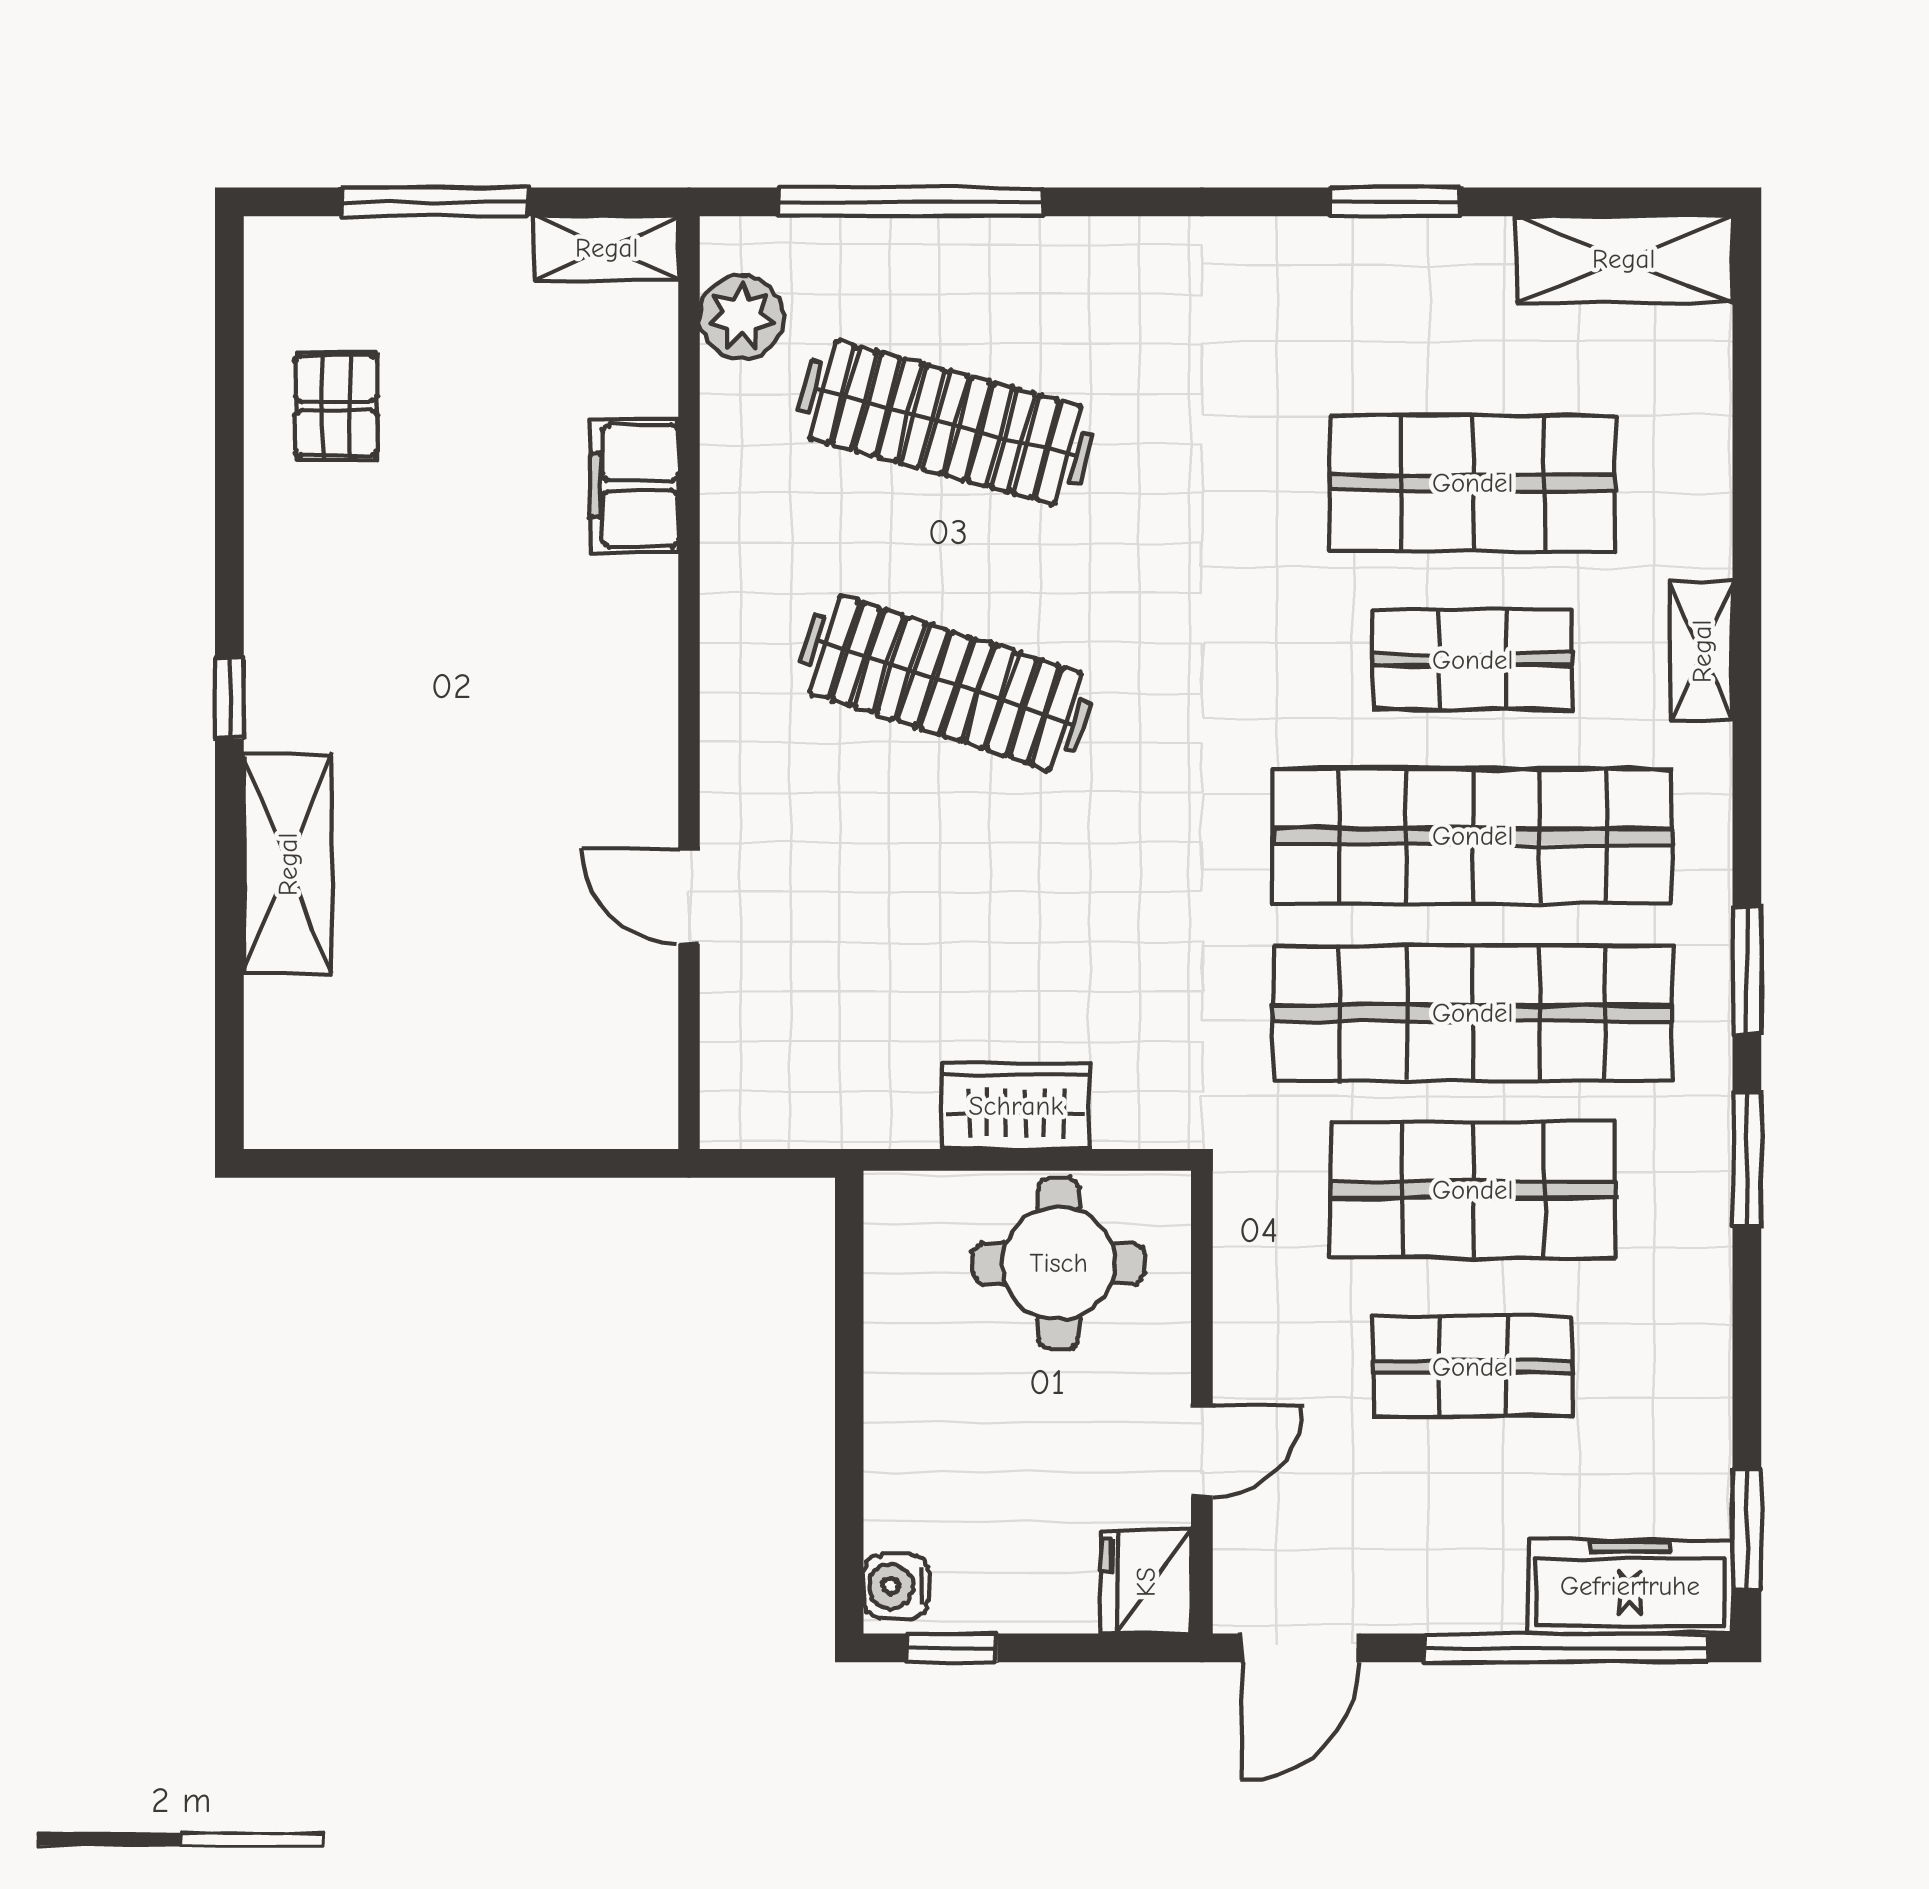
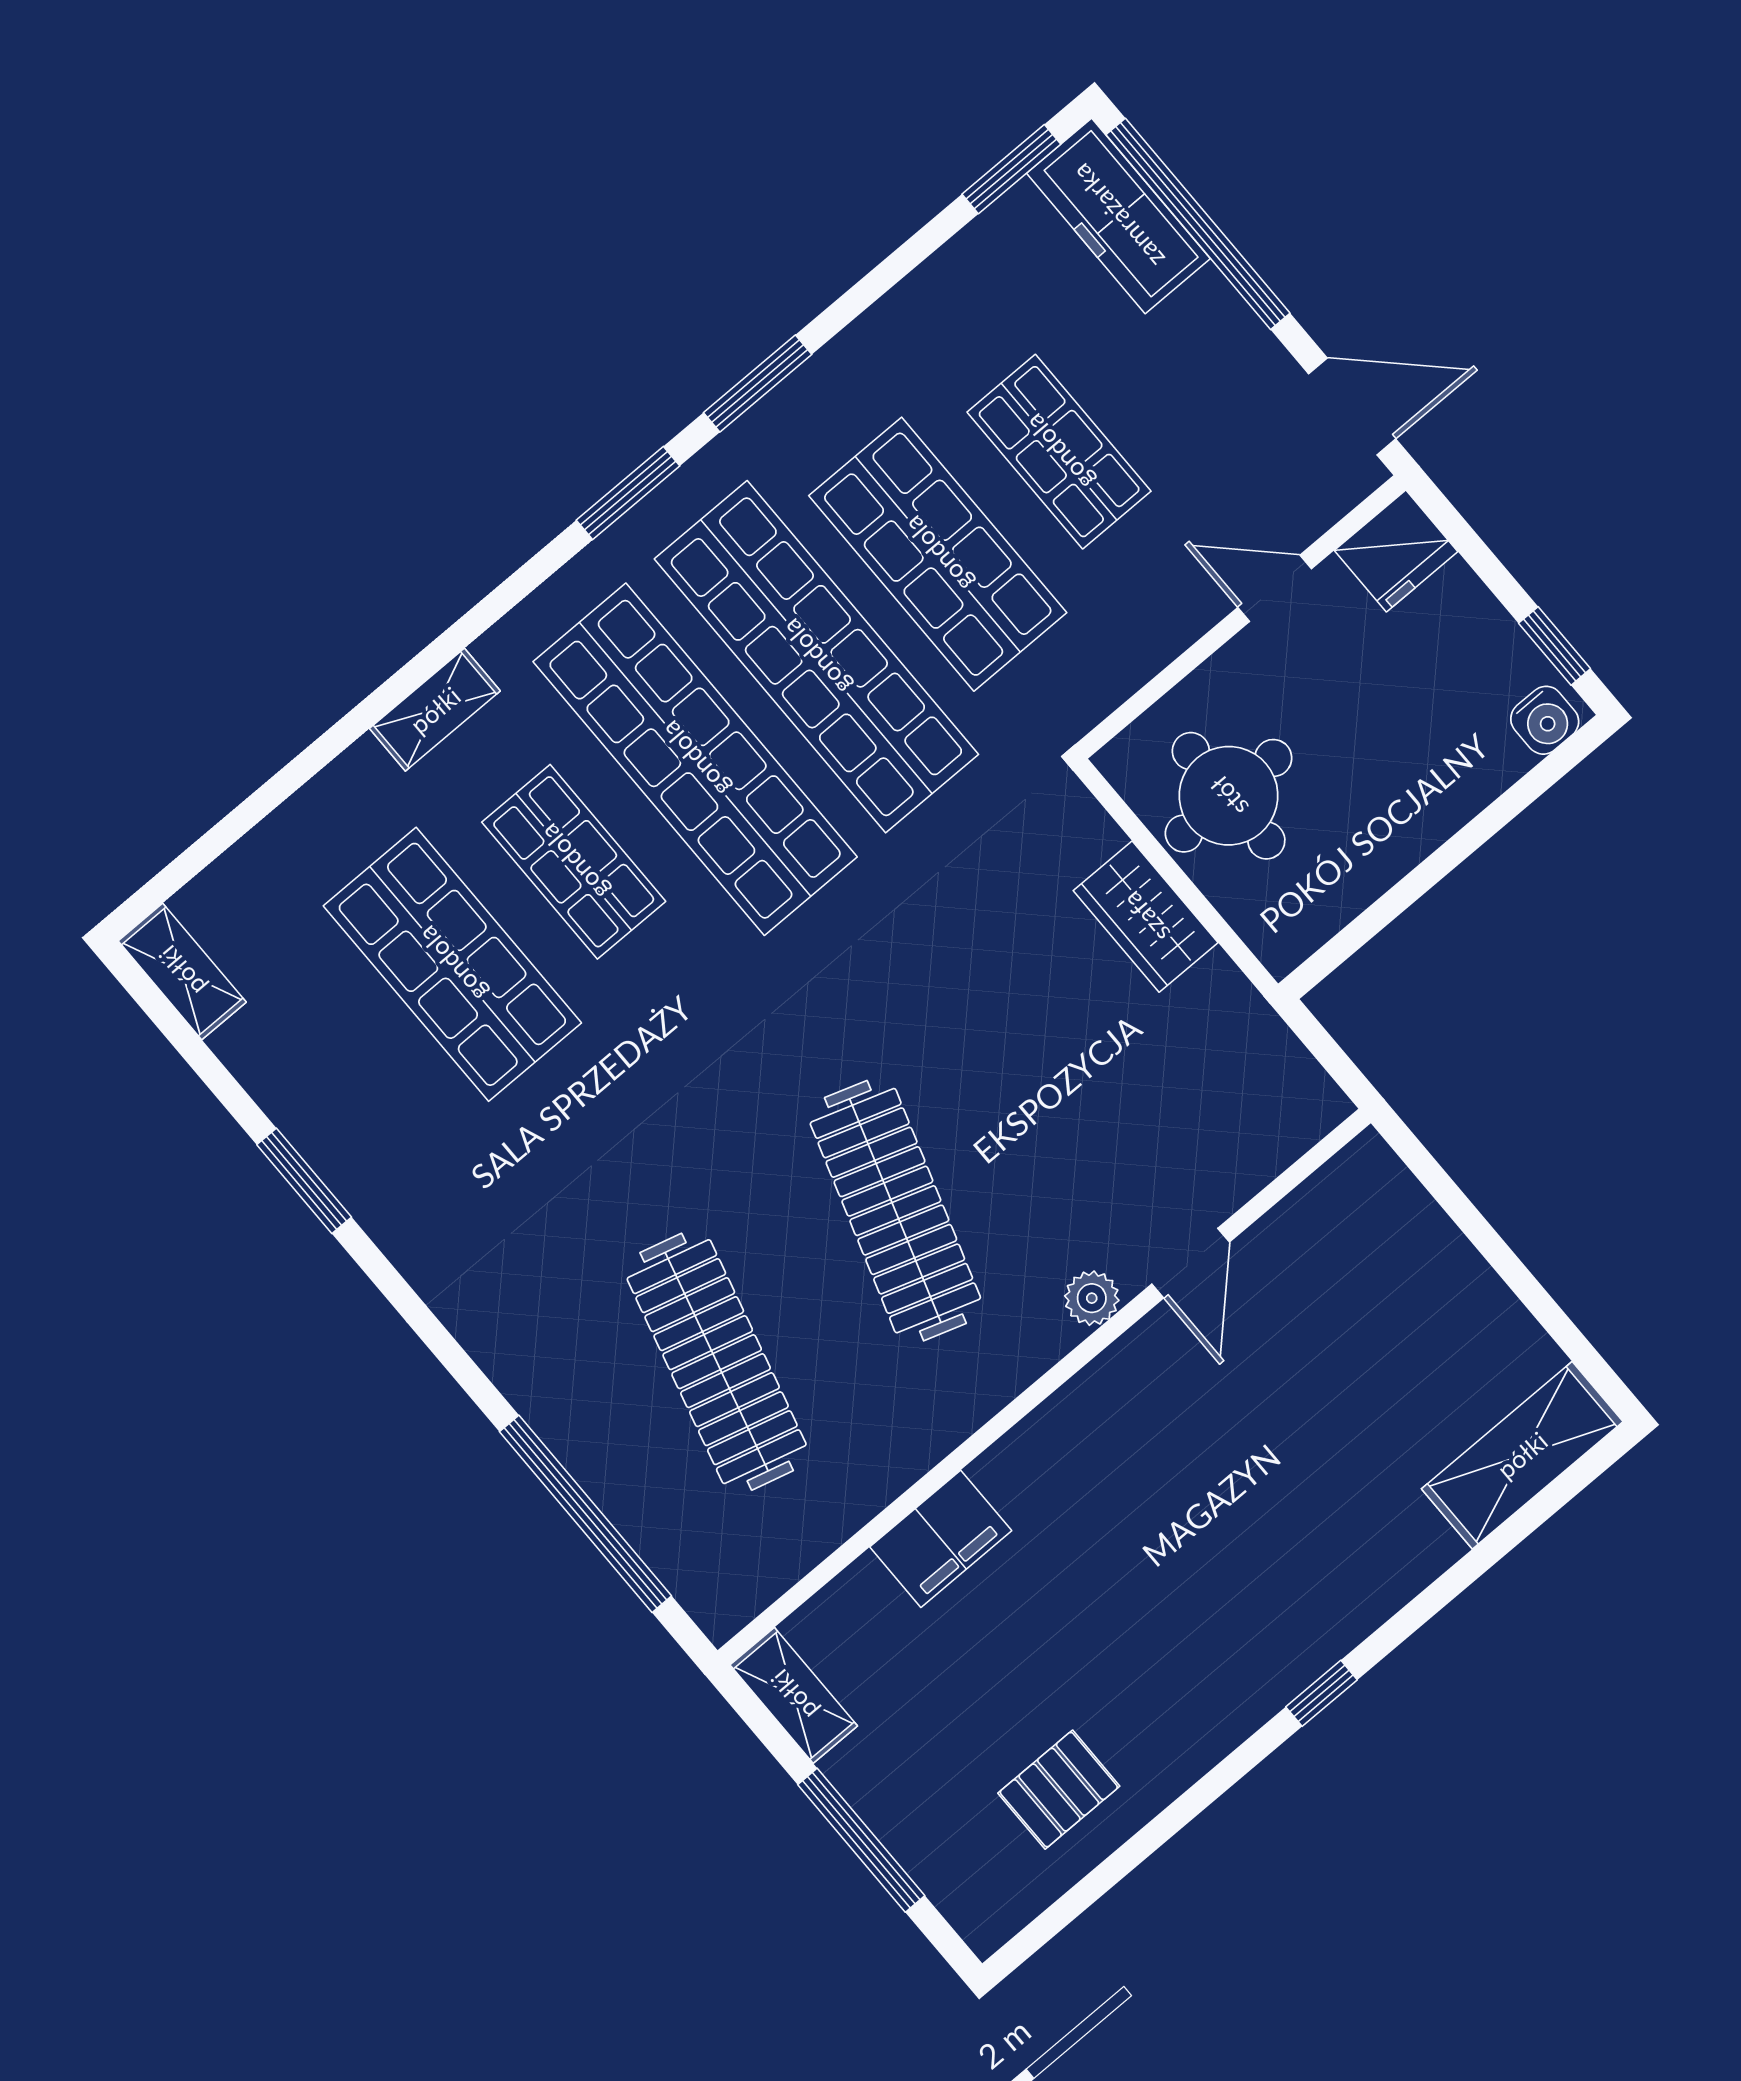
shelving: (1624, 259) -> (182, 971), width x0.67, depth x0.75
plant: (741, 317) -> (1092, 1298), moved, width x0.73, depth x0.73
shelving: (288, 864) -> (1522, 1455), moved

